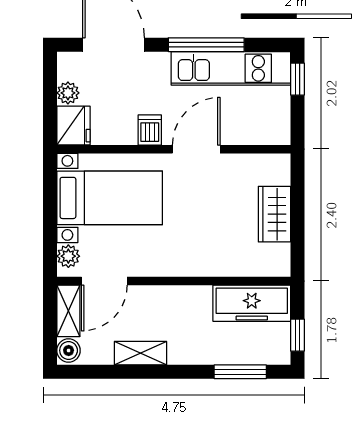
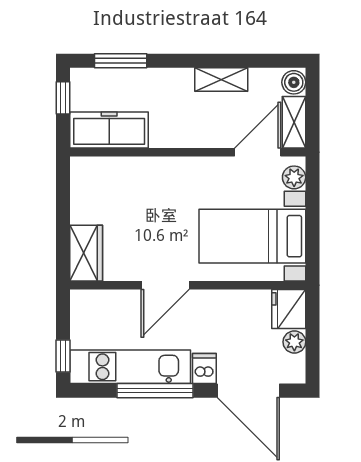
dishwasher: (150, 130) -> (204, 369), moved, turned 180
wardrobe: (274, 214) -> (86, 253), moved

